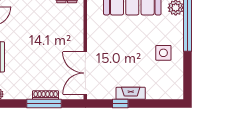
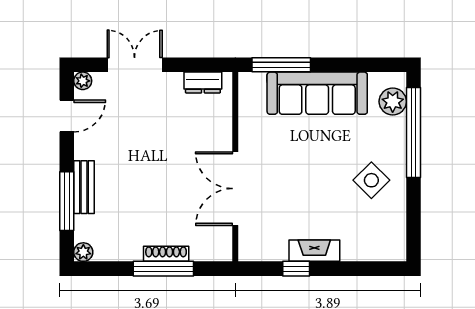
side table: (163, 53) -> (371, 180), turned 45
double door: (85, 73) -> (235, 189), moved

